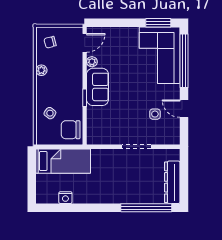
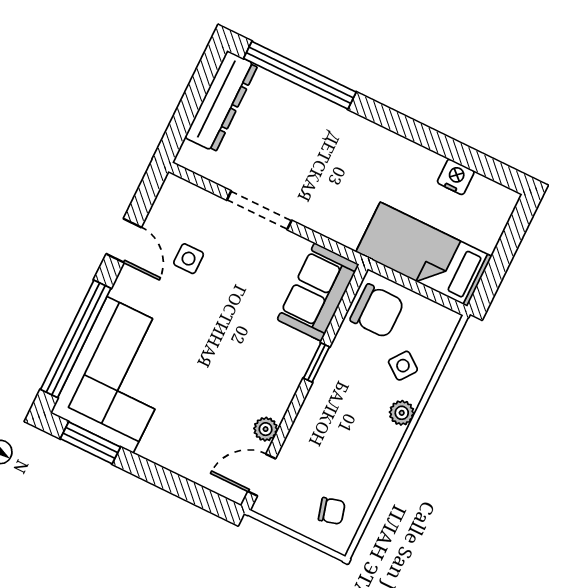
plant: (41, 70) -> (402, 413), moved
sofa: (98, 87) -> (318, 292), moved

